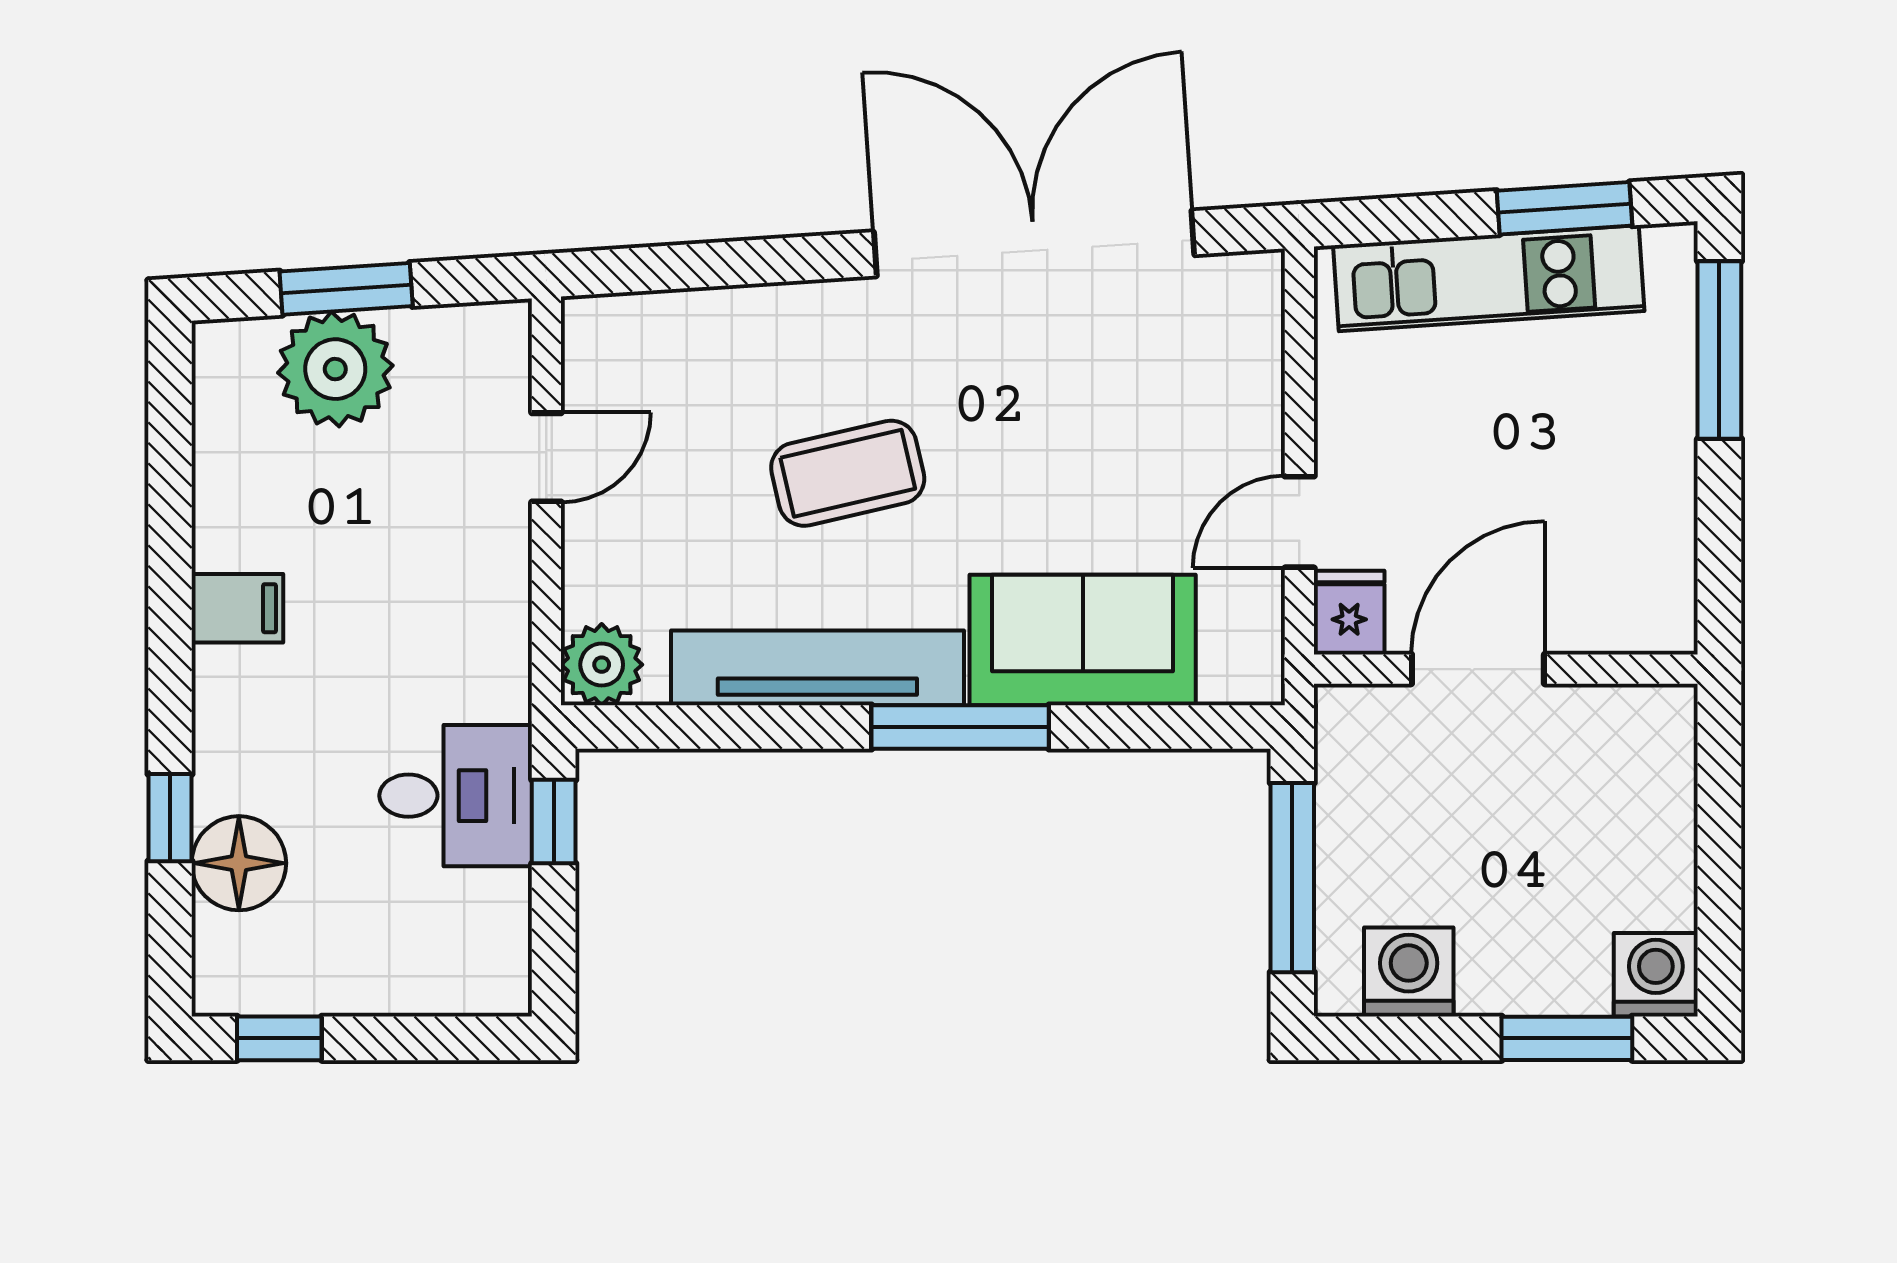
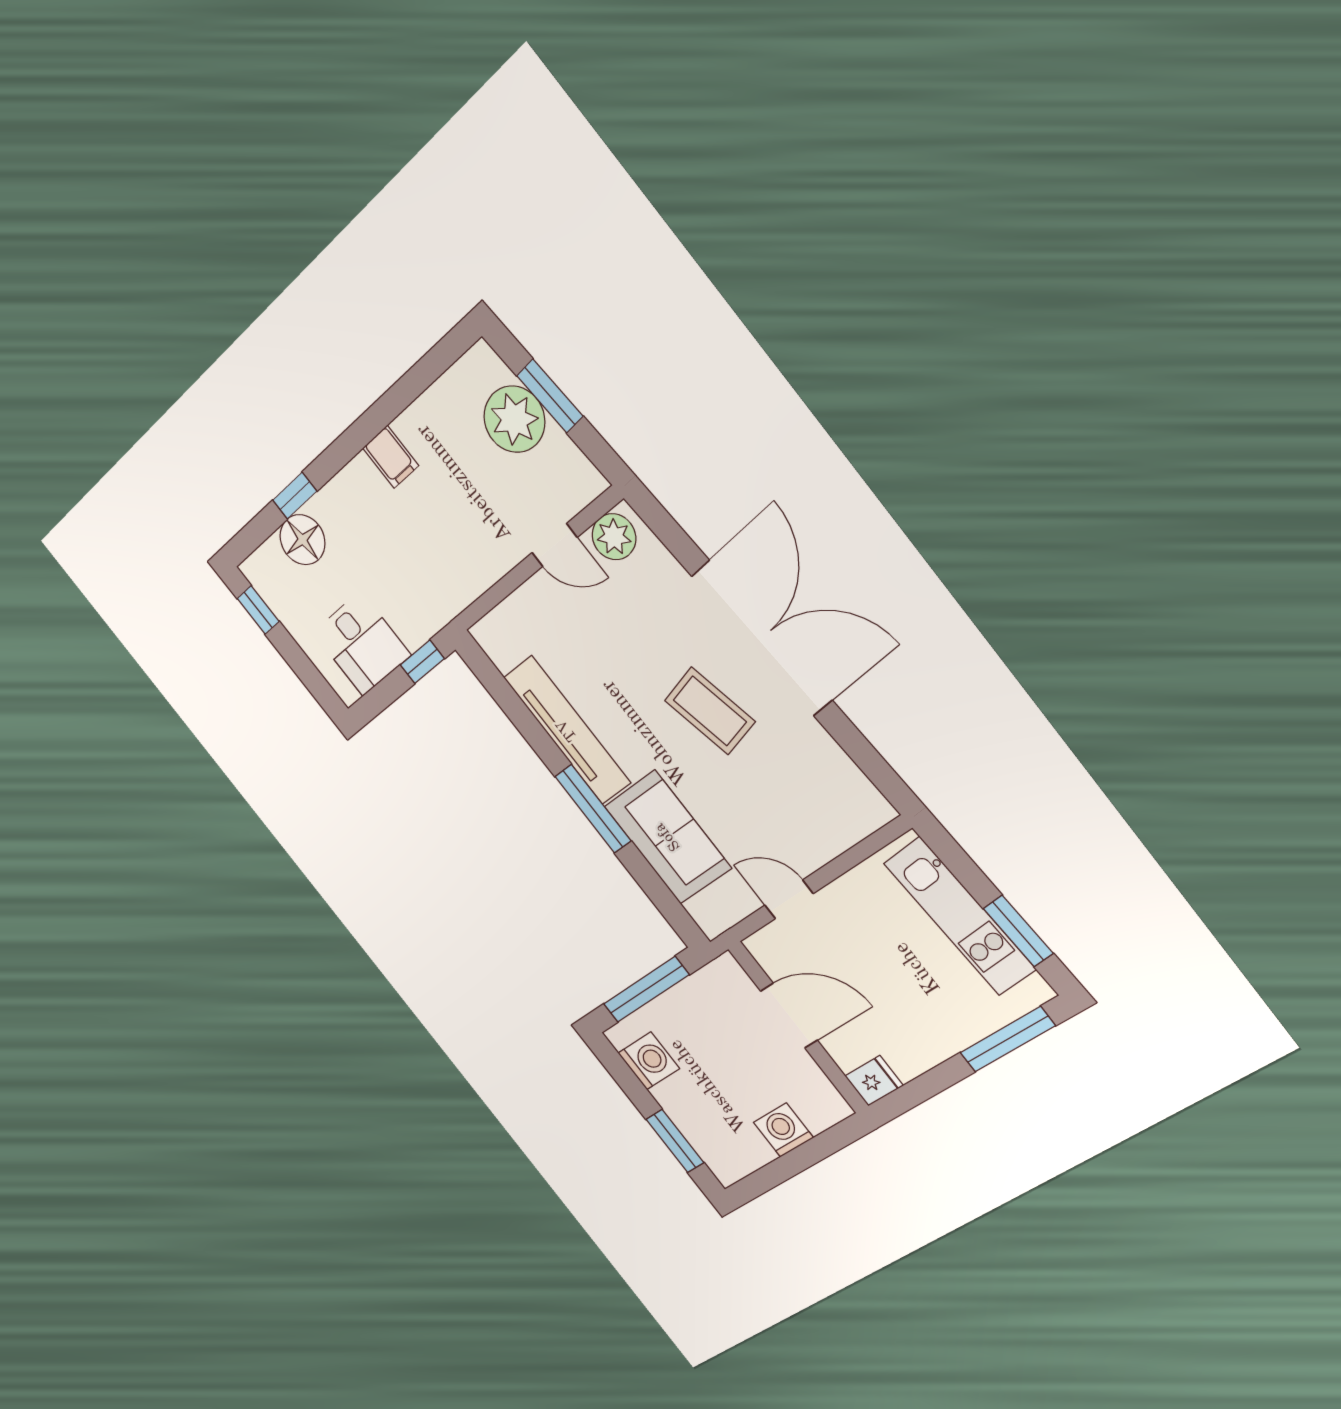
double door: (1034, 243) -> (762, 638), moved
coffee table: (848, 473) -> (710, 711), moved
fridge: (1349, 613) -> (874, 1081), moved
plant: (602, 665) -> (614, 537), moved
desk: (456, 796) -> (362, 644), moved
washing machine: (1656, 975) -> (783, 1130), moved, turned -90

